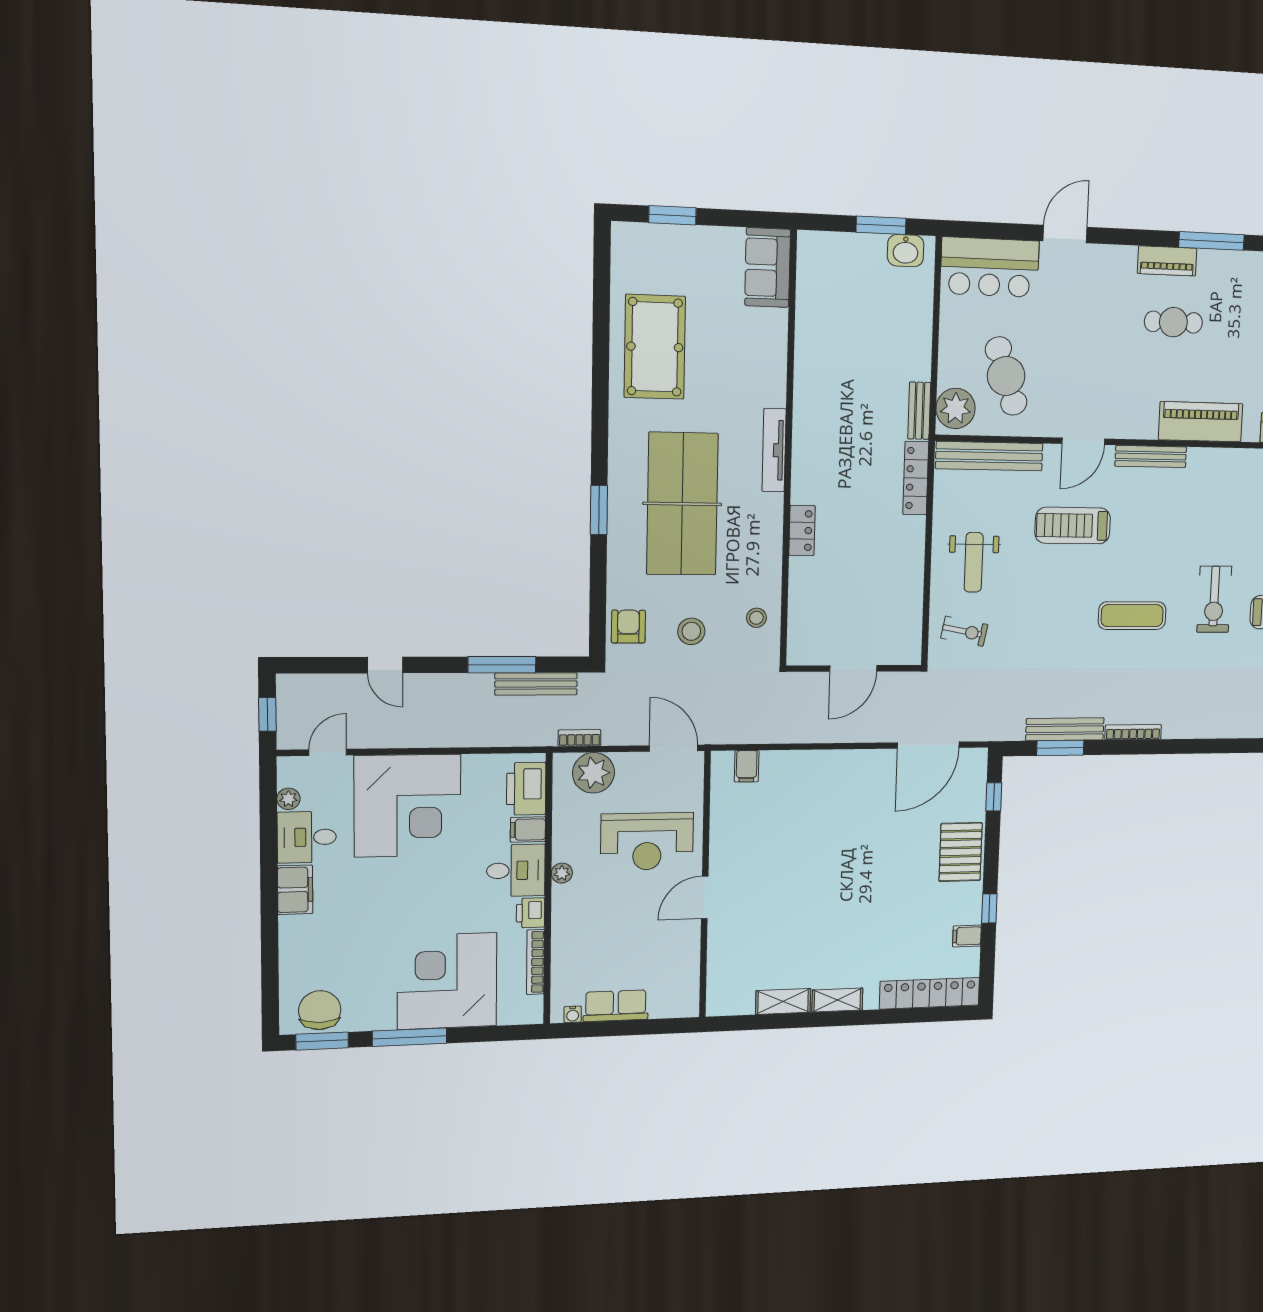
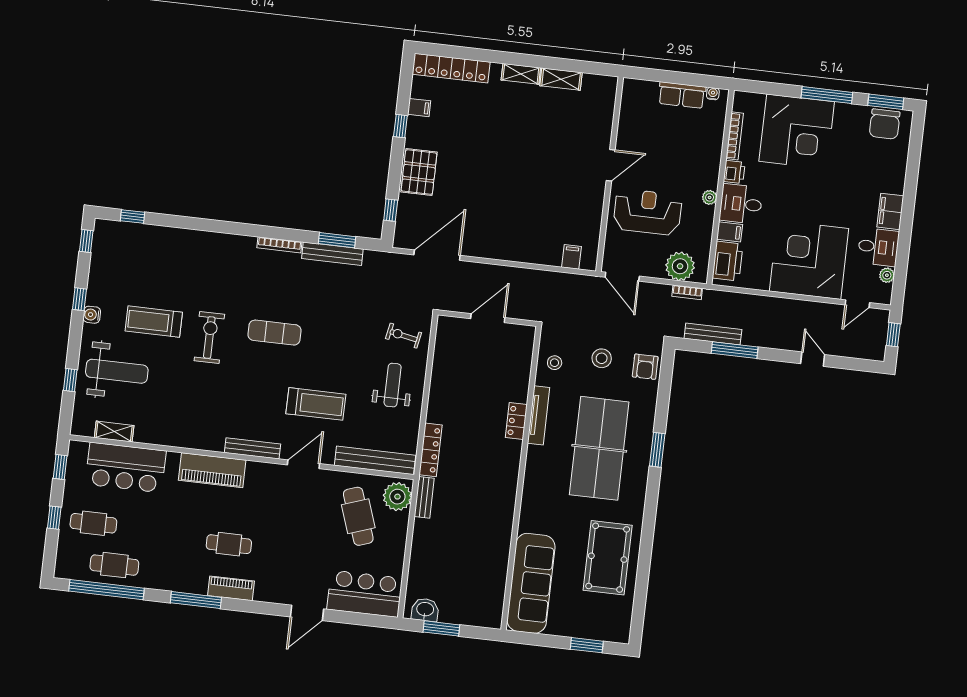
sofa: (768, 267) -> (531, 583), width x1.85, depth x1.27
tv unit: (774, 450) -> (539, 415), moved

